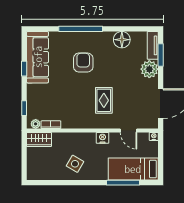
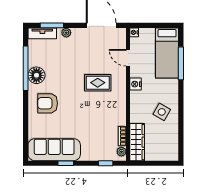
window: (81, 29) -> (26, 68), moved
floor lamp: (122, 40) -> (36, 75), moved
armchair: (83, 63) -> (48, 103), moved
plant: (149, 69) -> (66, 33), width x0.53, depth x0.53
door: (129, 130) -> (128, 58), swing flipped
wardrobe: (39, 139) -> (137, 142), width x1.50

